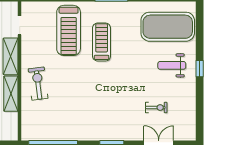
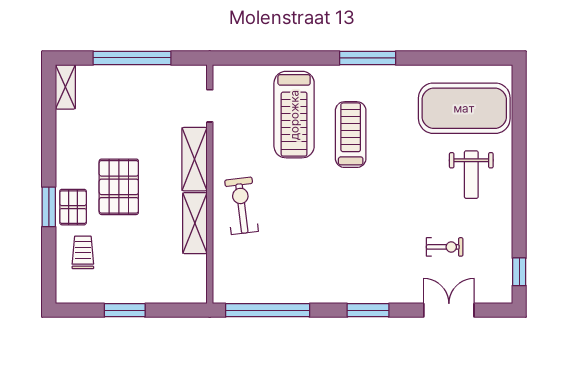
weight bench: (172, 65) -> (471, 175), turned -90
window: (200, 69) -> (519, 272), moved

